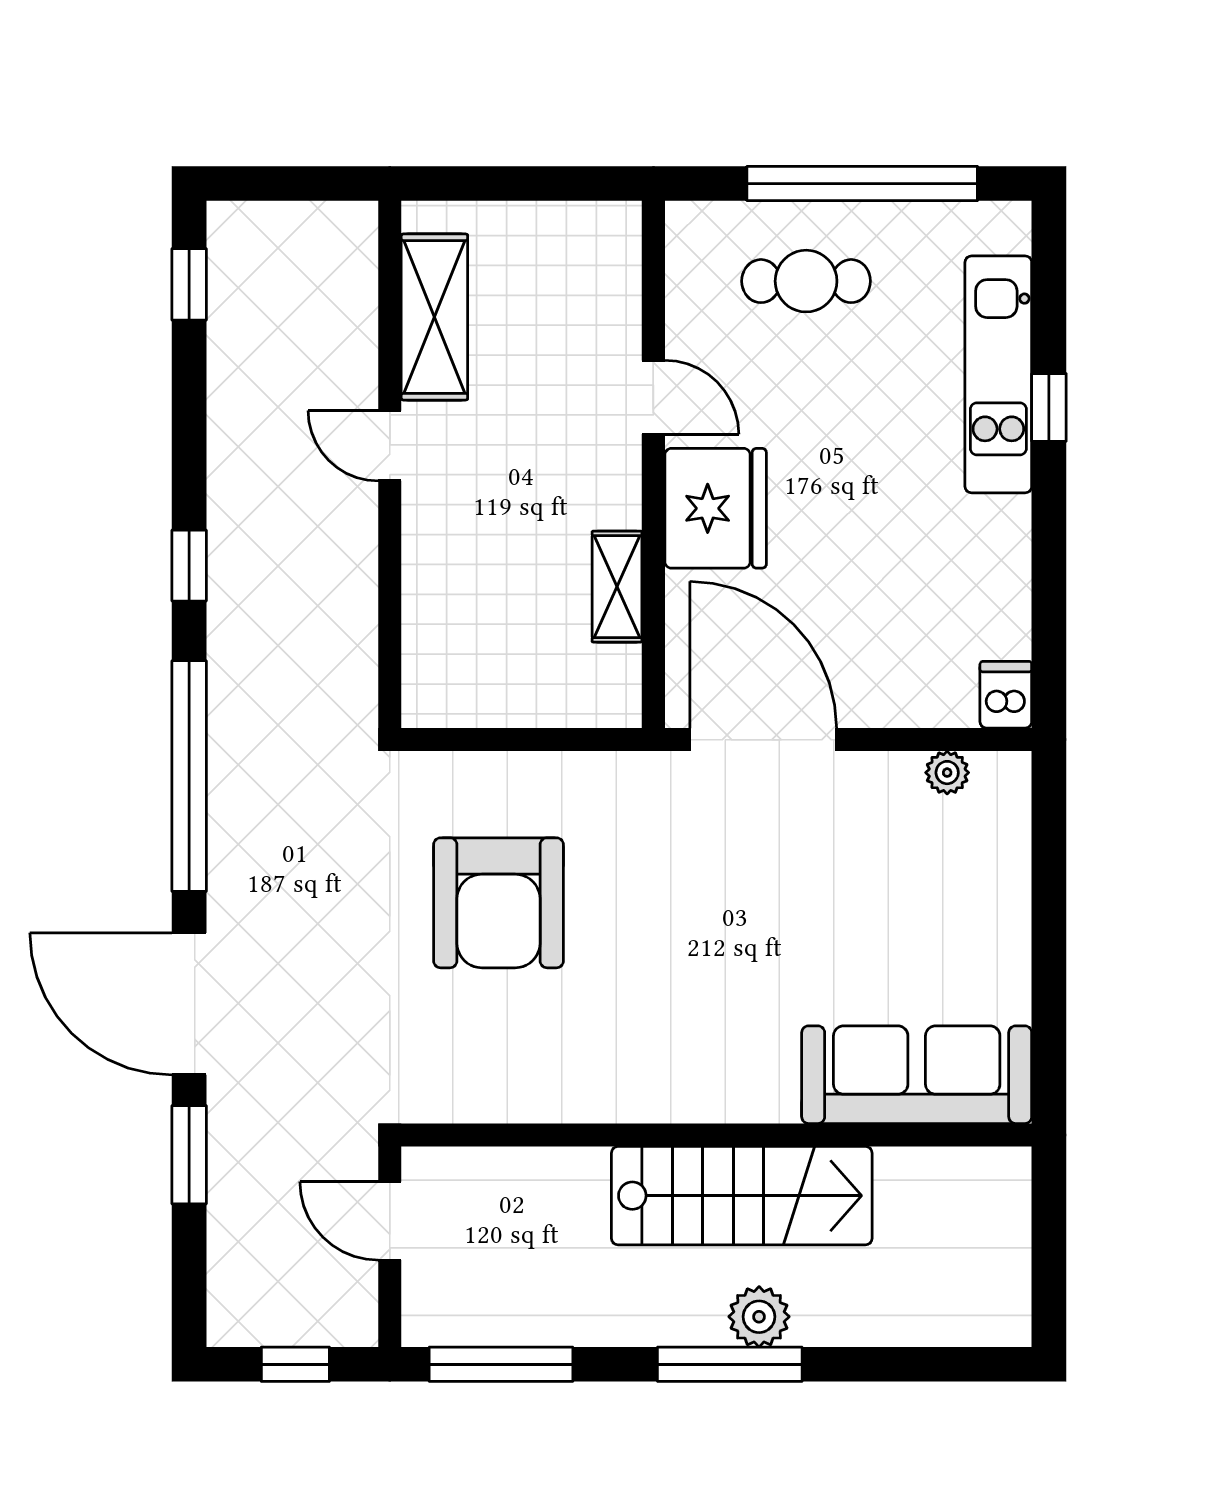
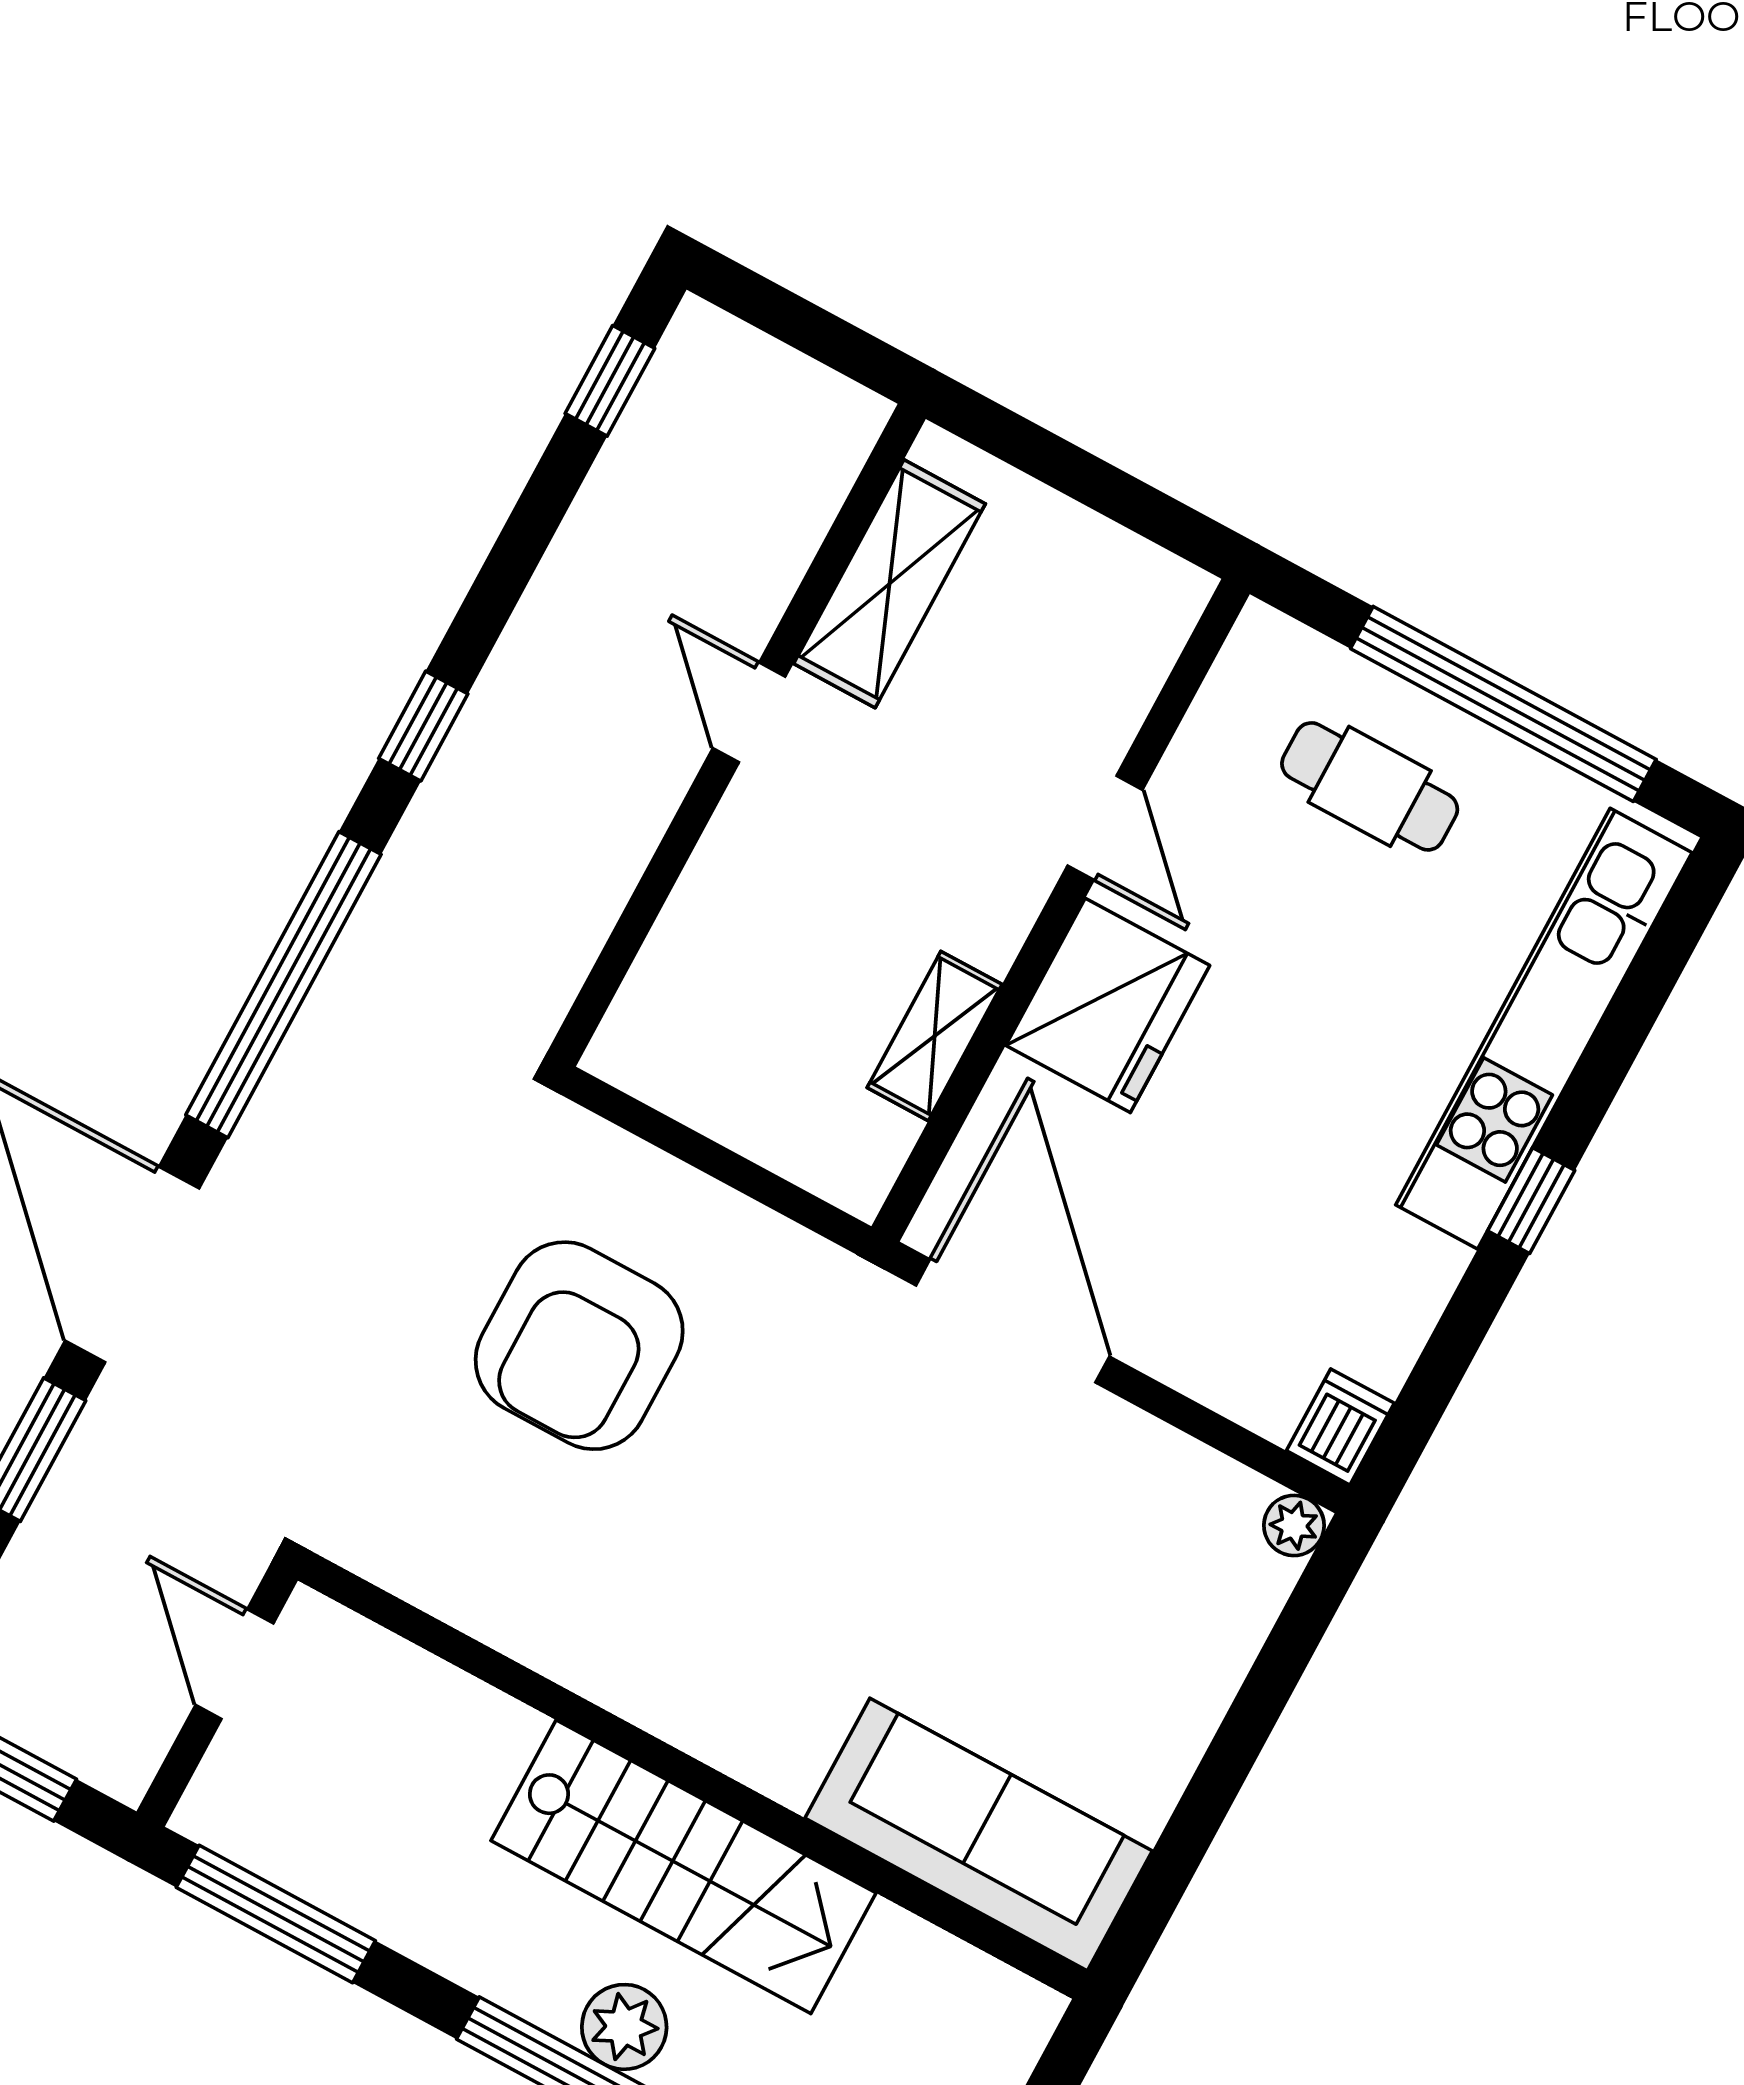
kitchen unit: (998, 374) -> (1544, 1029), width x1.36
window: (1049, 407) -> (1531, 1201), moved
plant: (947, 773) -> (1294, 1525), moved

